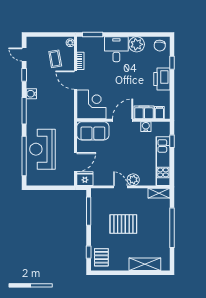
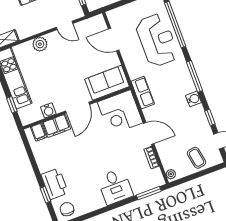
plant: (137, 44) -> (94, 201), removed
coffee table: (55, 59) -> (197, 158), moved
printer: (162, 79) -> (55, 184), moved
row of seats: (68, 113) -> (143, 93), added
door: (75, 162) -> (114, 40), hinge flipped
fridge: (85, 179) -> (96, 25), removed
door: (120, 187) -> (65, 25), moved

